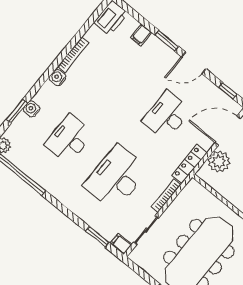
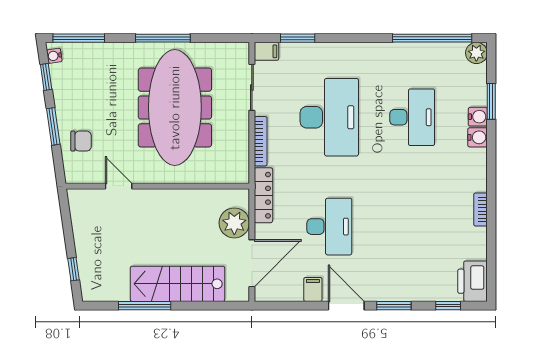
filing cabinet: (141, 35) -> (313, 289), moved
bookcase: (73, 55) -> (481, 210), width x0.64
door: (194, 63) -> (346, 306), hinge flipped
water cooler: (58, 77) -> (478, 137), moved
window: (228, 91) -> (448, 306), moved

